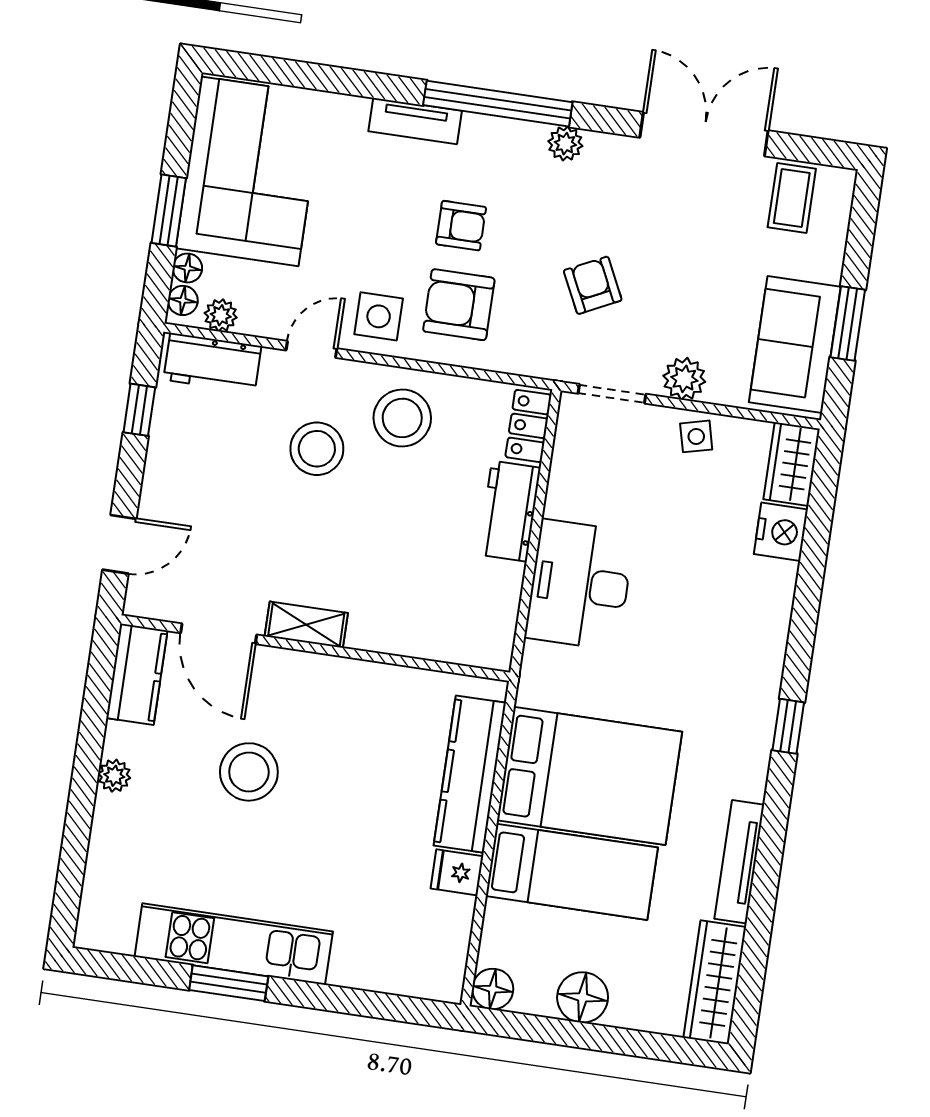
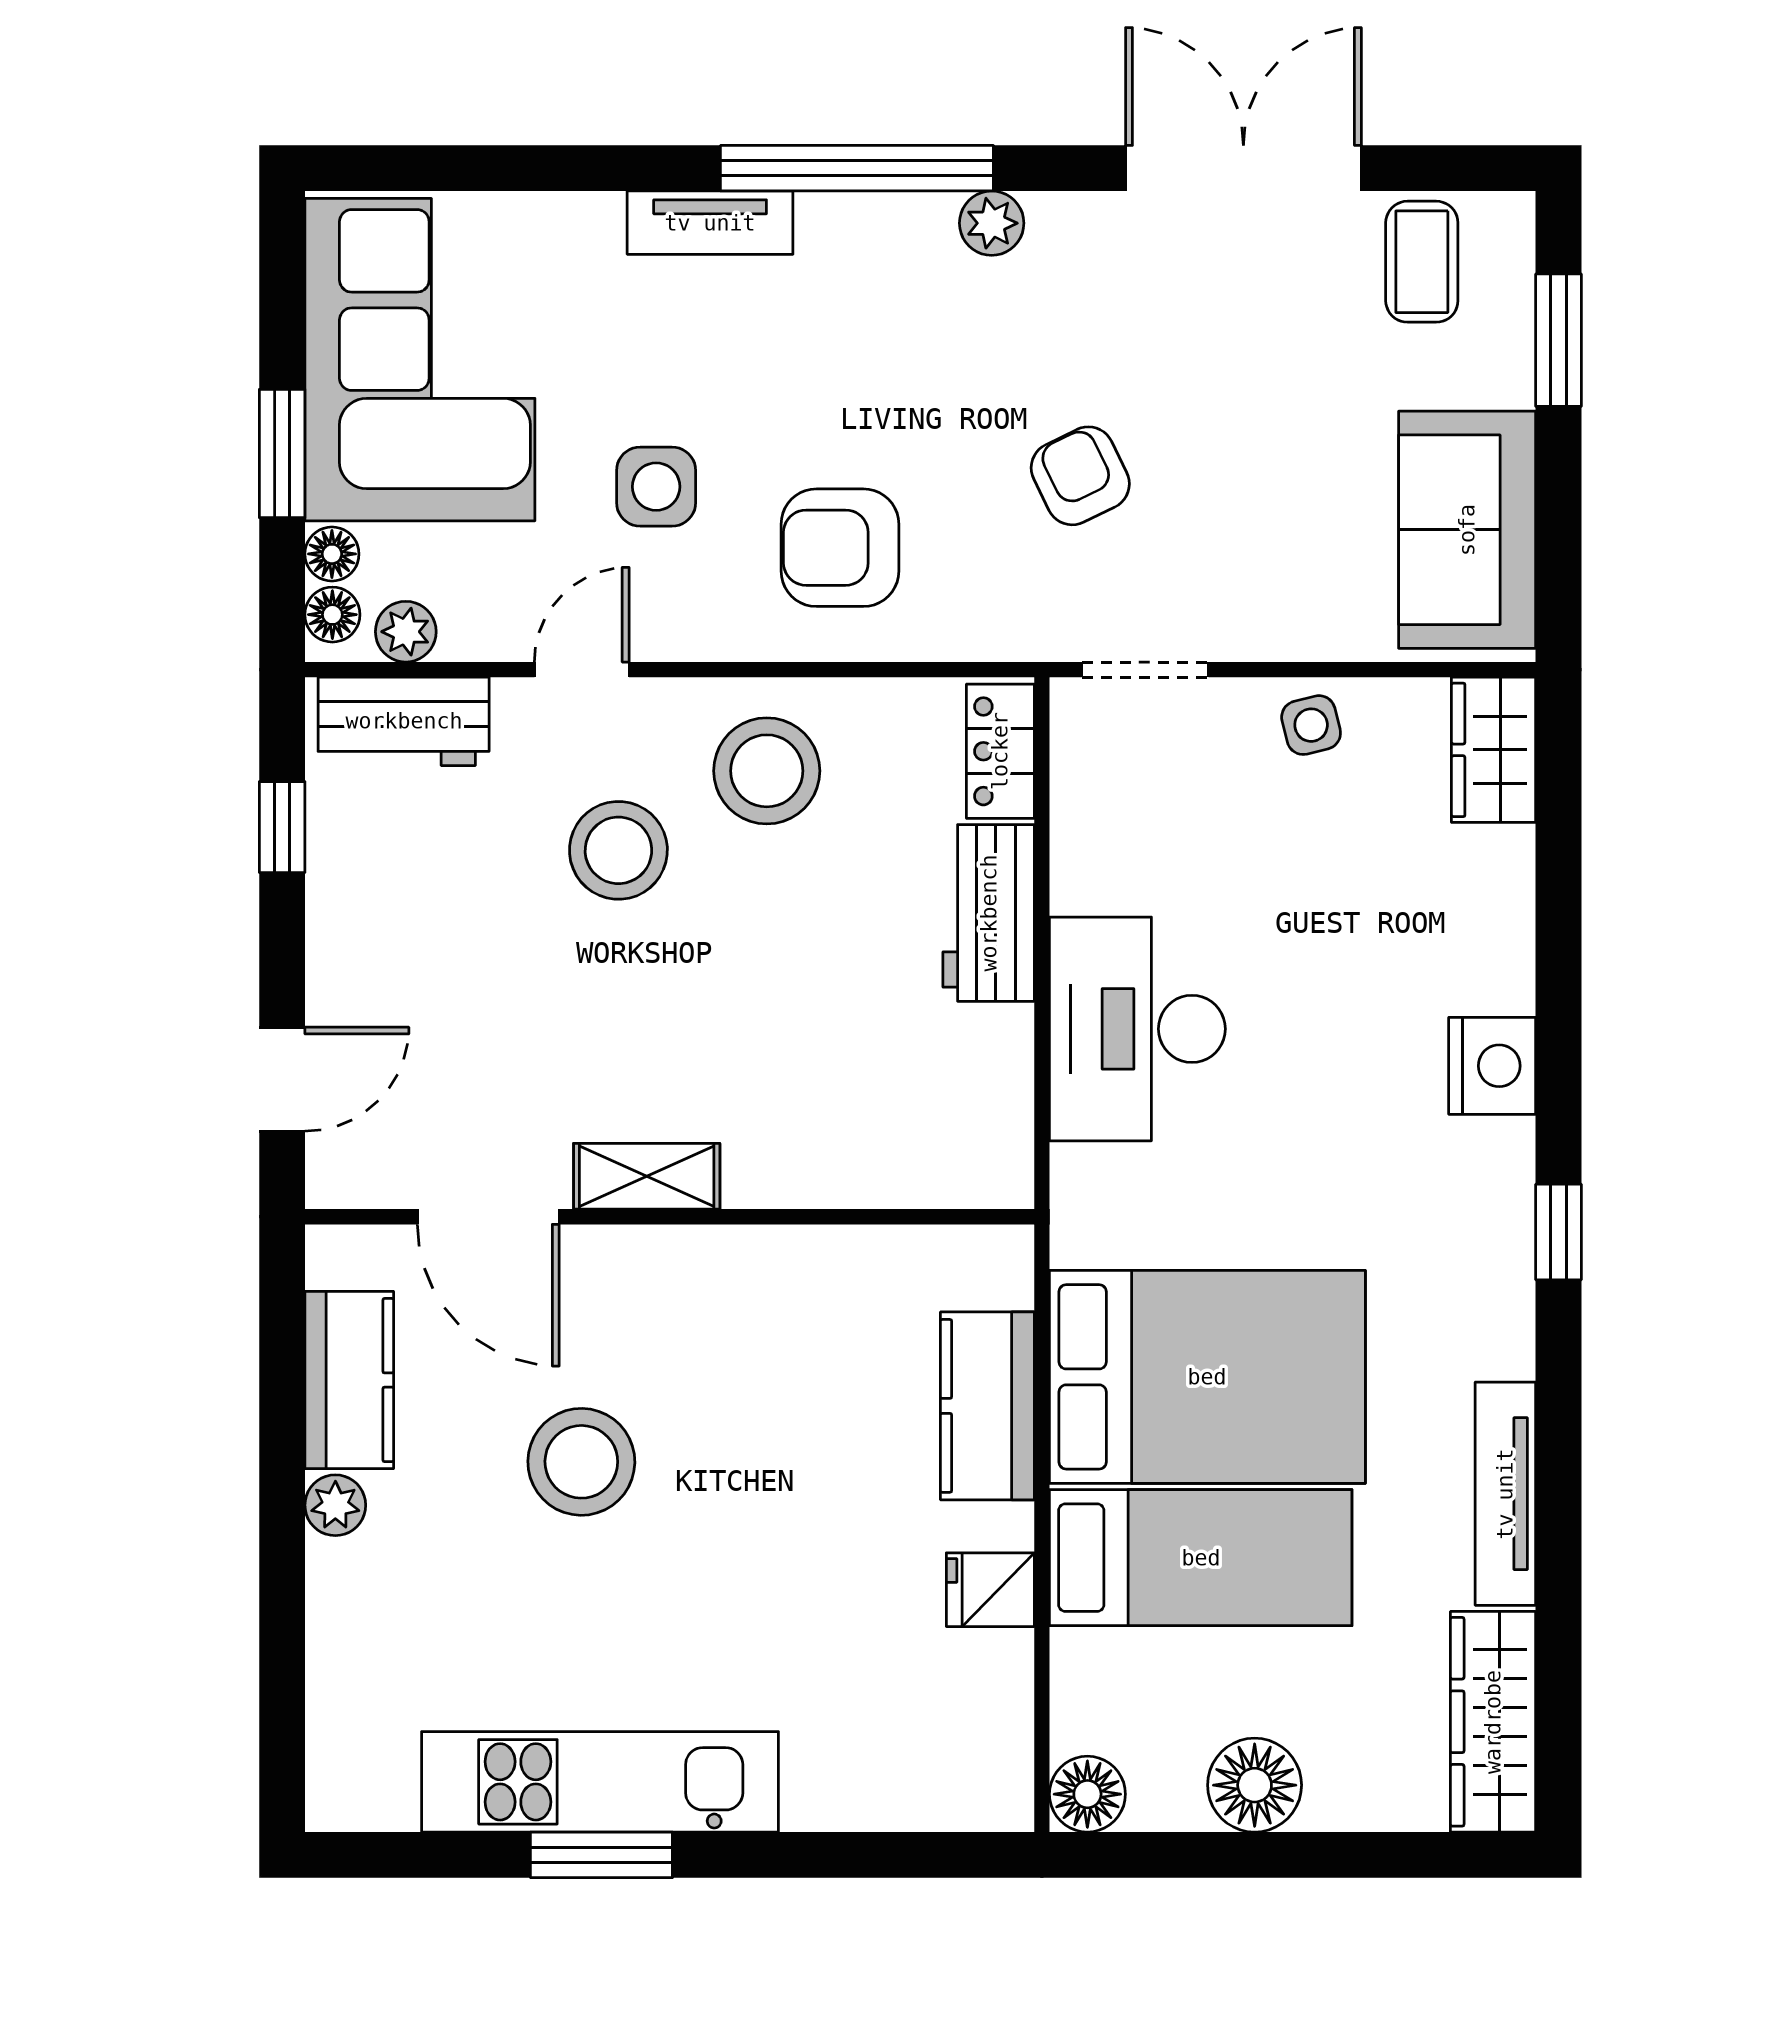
armchair: (461, 226) -> (822, 402), removed
side table: (379, 316) -> (656, 487), moved
window: (848, 324) -> (1559, 340), moved
plant: (684, 379) -> (1274, 622), removed
nightstand: (781, 532) -> (1492, 1066), moved
kitchen counter: (137, 674) -> (349, 1380), moved
kitchen counter: (470, 774) -> (987, 1406), width x0.67

